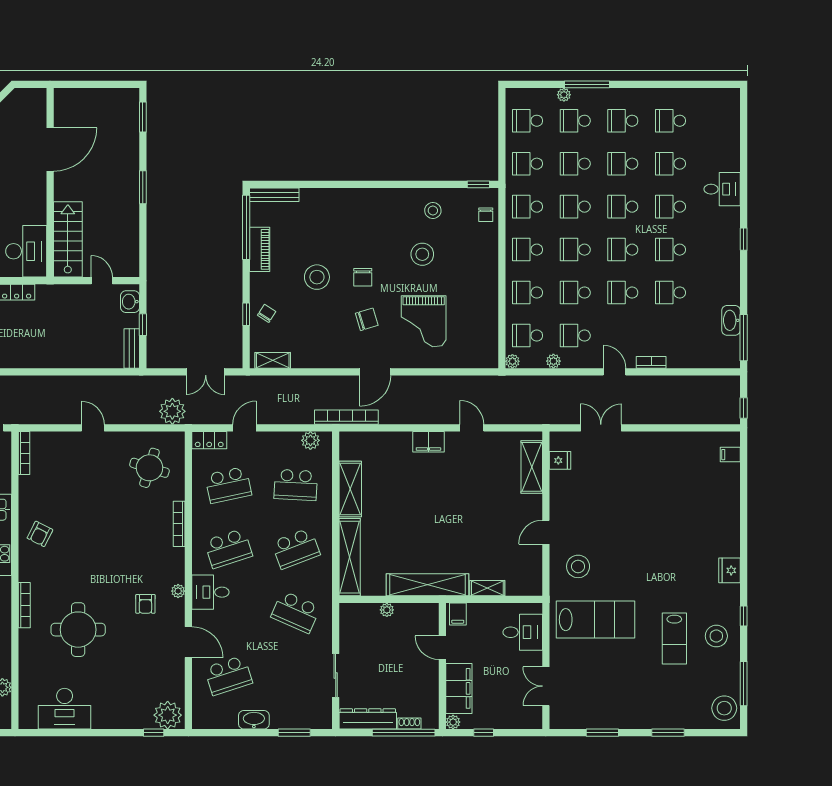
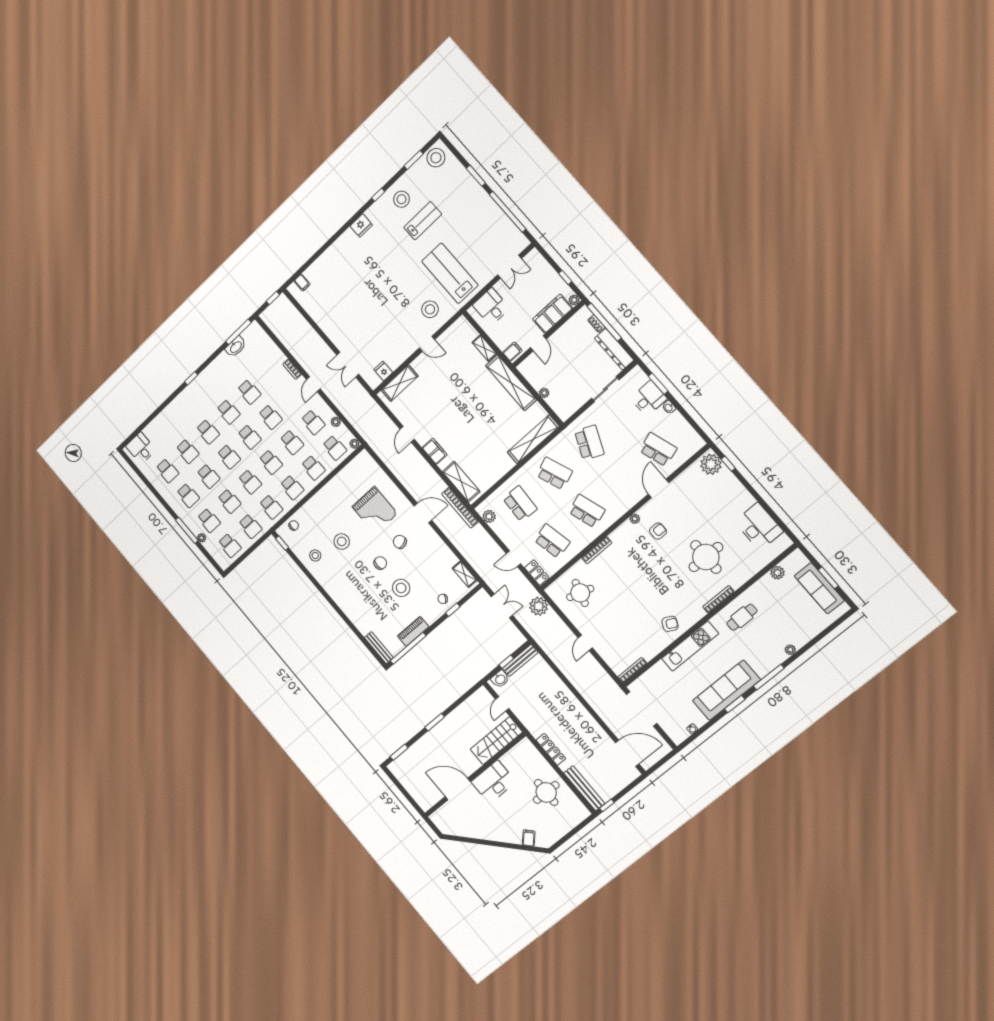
desk: (722, 189) -> (141, 448), moved
desk: (26, 251) -> (493, 782), moved
grand piano: (424, 321) -> (375, 510), turned 90
bench: (132, 348) -> (520, 660), width x1.36
shelving: (350, 489) -> (461, 482), moved, turned 90
desk: (210, 592) -> (649, 398), moved, turned -90
window: (744, 684) -> (414, 160), width x0.69
washbasin: (254, 720) -> (669, 407), width x0.52, depth x0.69
window: (602, 733) -> (508, 212), width x2.11

